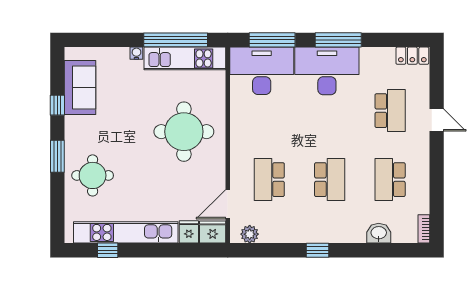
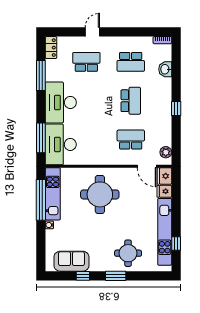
window: (338, 40) -> (41, 76), moved
school desk: (269, 180) -> (131, 140), turned 180
school desk: (330, 180) -> (131, 101), turned 90

